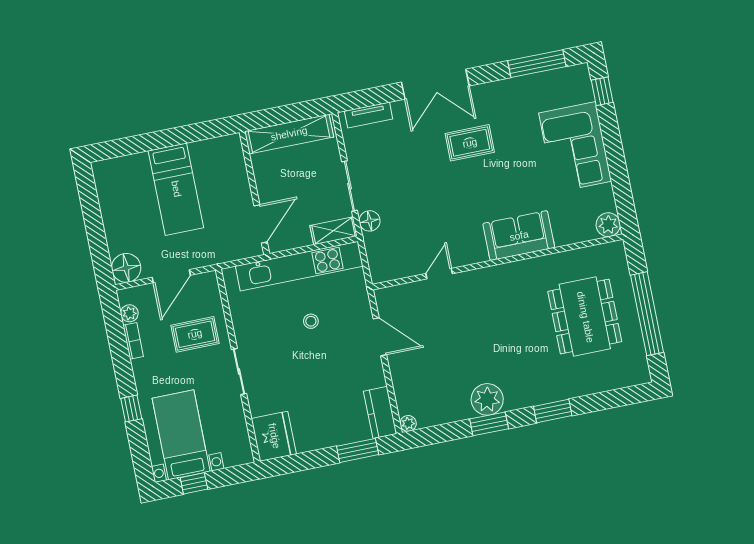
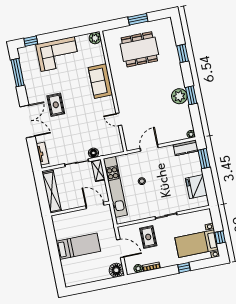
window: (647, 314) -> (138, 19), width x0.47
window: (553, 411) -> (183, 53), moved
fridge: (274, 436) -> (196, 187), moved, turned -90

